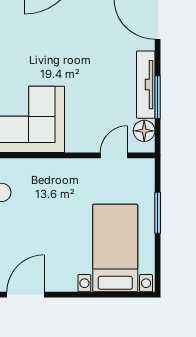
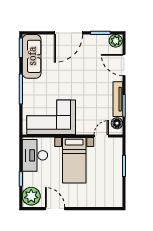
bed with nightstands: (115, 248) -> (74, 160), moved, turned 180
door: (26, 295) -> (55, 209), hinge flipped

